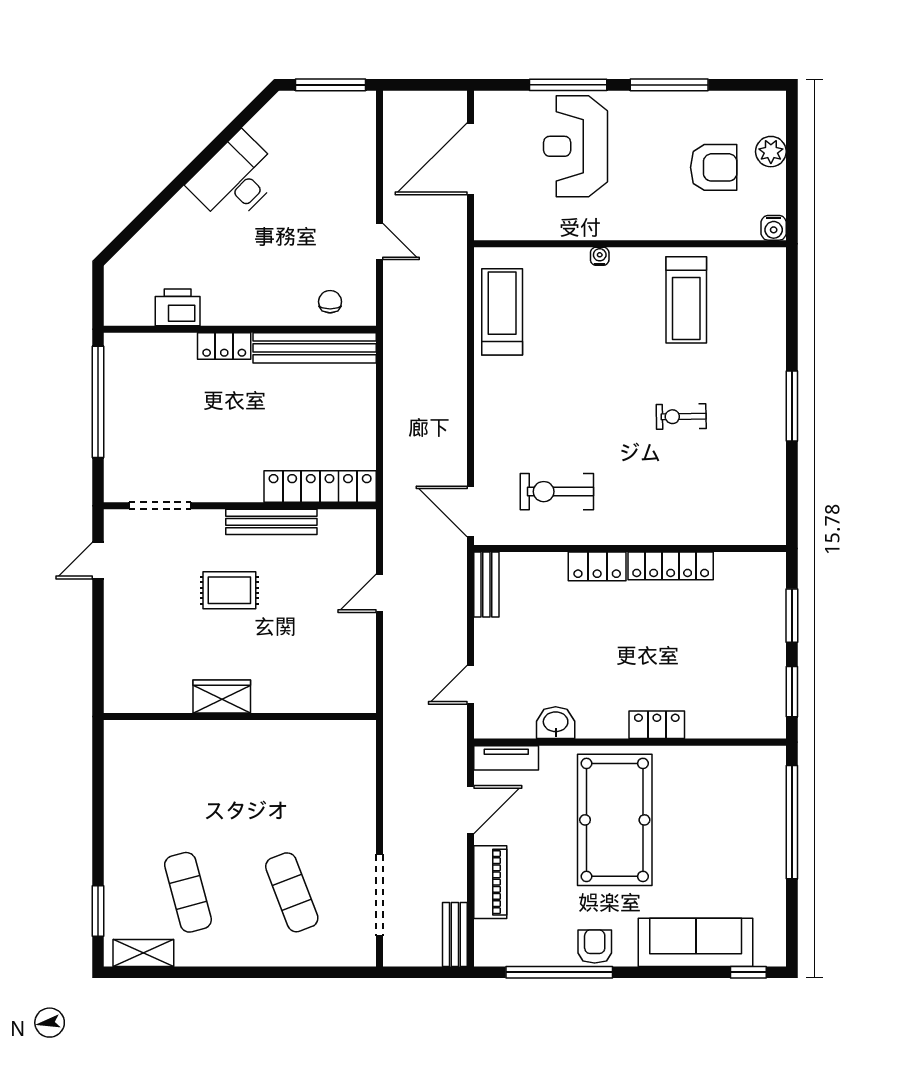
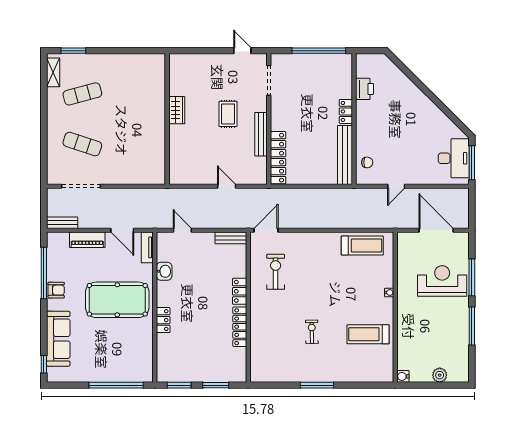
armchair: (714, 167) -> (432, 347), removed
desk: (235, 179) -> (454, 158), moved, turned 45
exercise mat: (292, 892) -> (82, 144), turned 39

